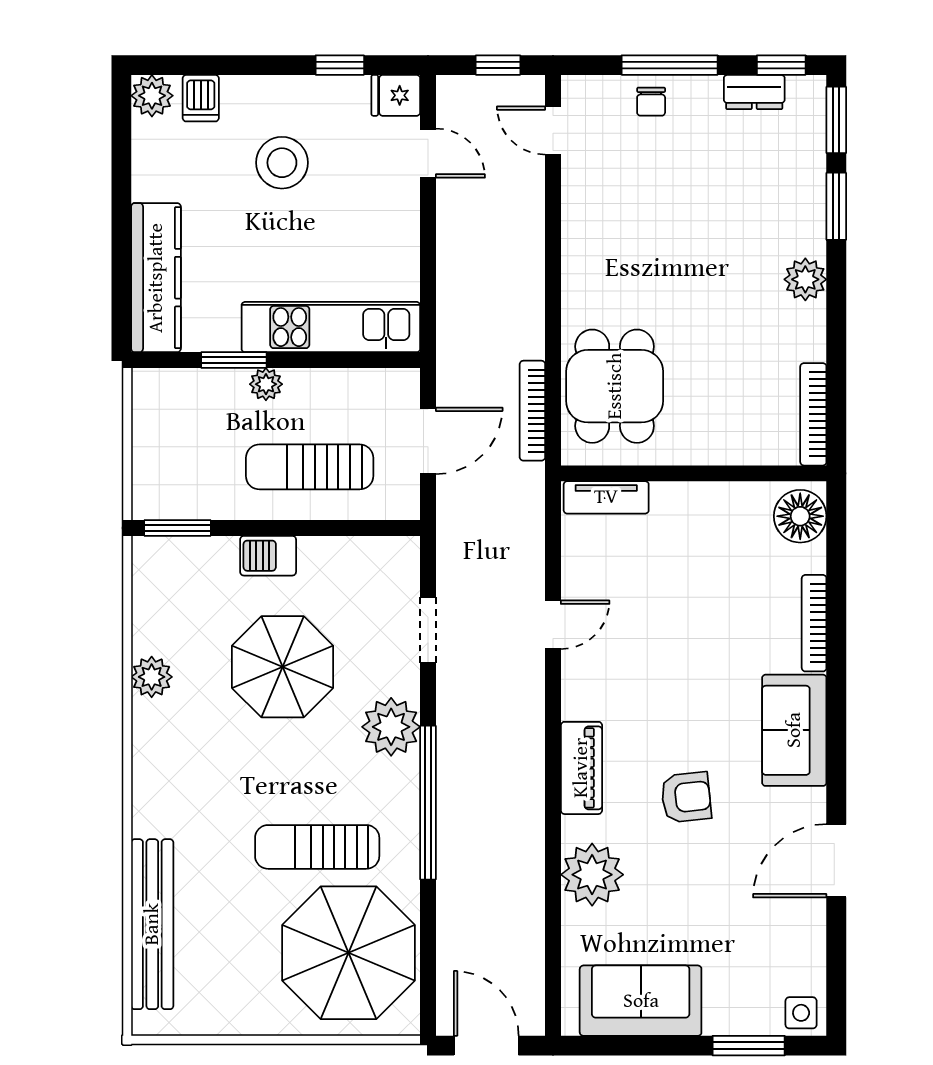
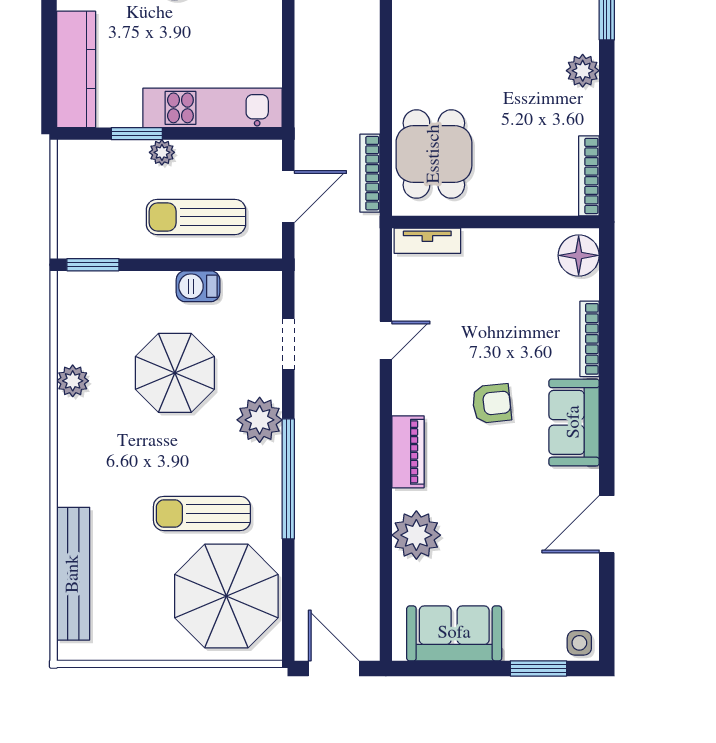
barbecue: (268, 556) -> (198, 286), moved
armchair: (686, 797) -> (492, 403), moved

